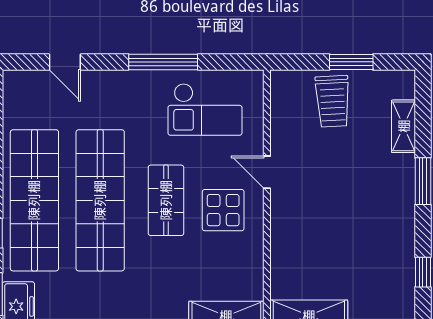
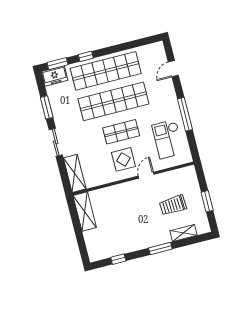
trolley: (333, 101) -> (173, 205), moved

